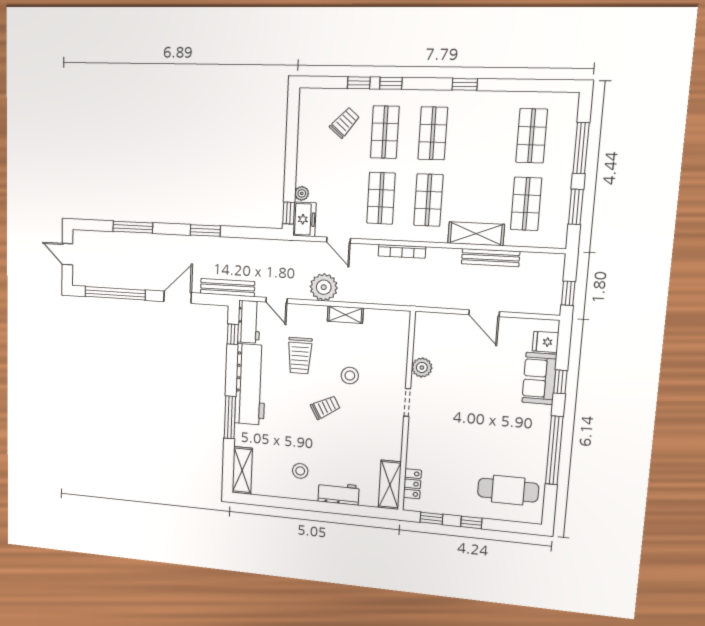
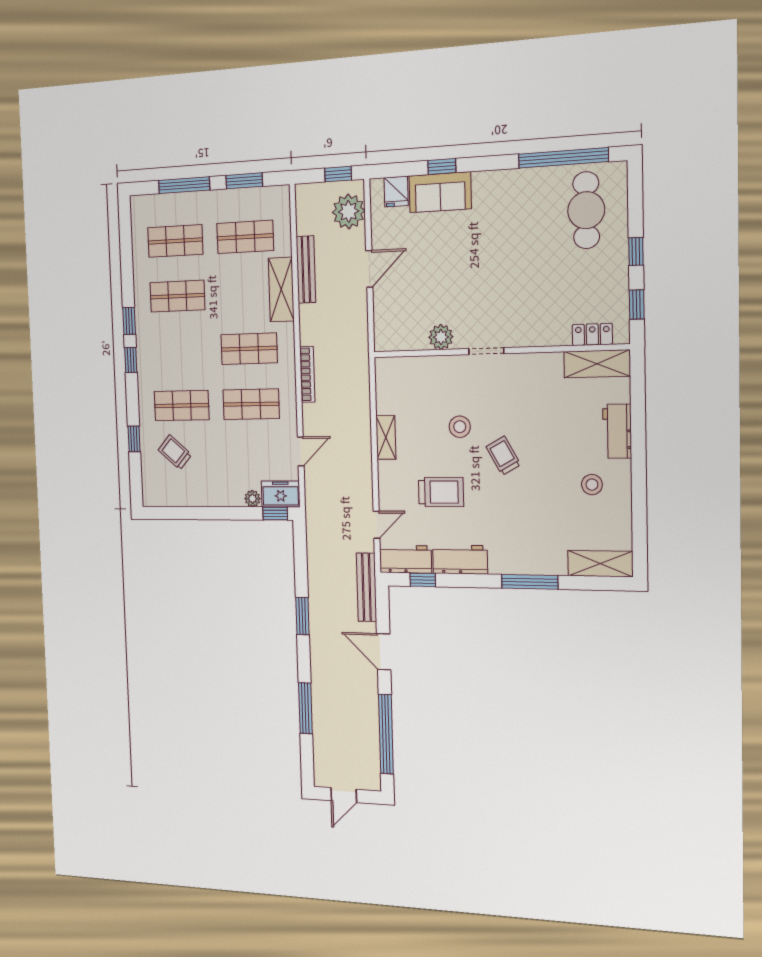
window: (391, 83) -> (131, 360), moved
shop shelf: (433, 133) -> (177, 296), moved
plant: (324, 287) -> (349, 211), moved
workbench: (250, 384) -> (460, 560), width x0.53, depth x0.76
window: (554, 450) -> (563, 158), moved

